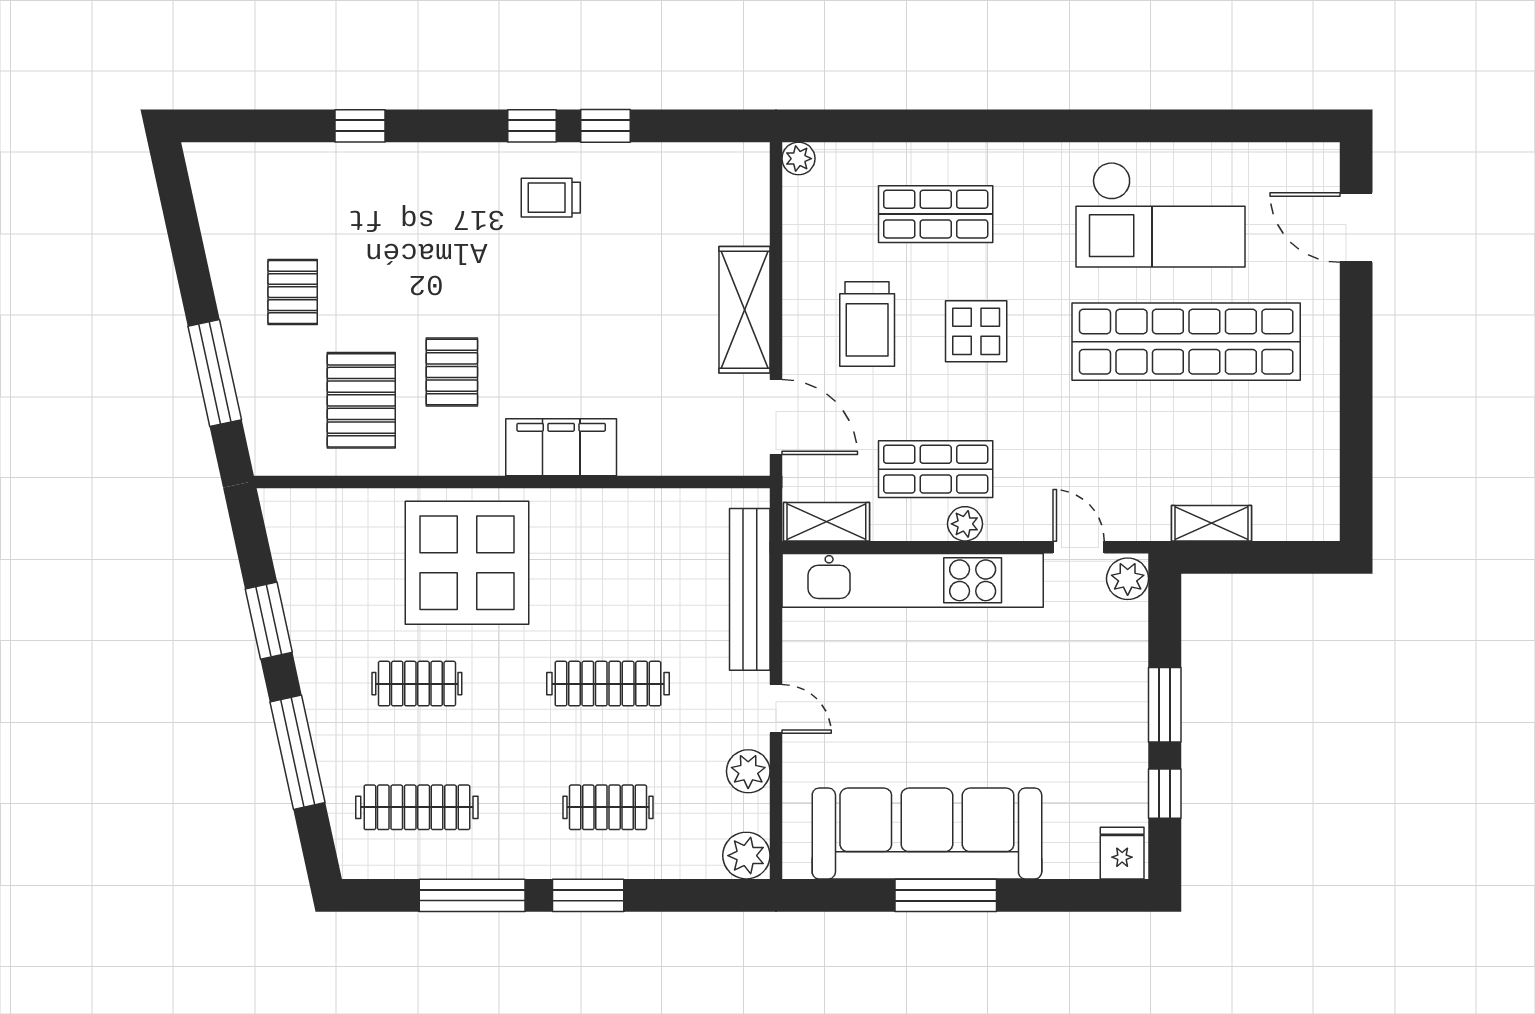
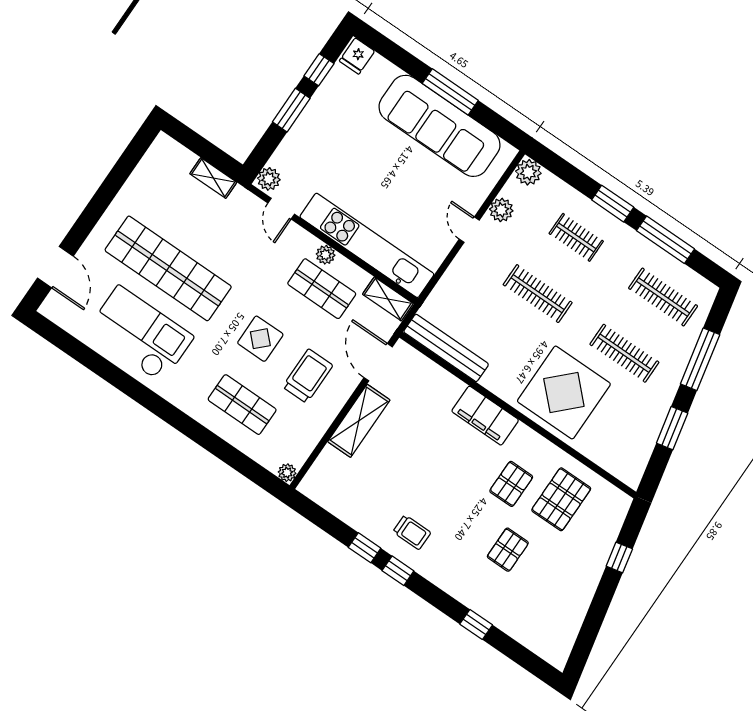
pallet: (293, 292) -> (508, 550), moved
window: (215, 373) -> (619, 557), width x0.46
bench: (750, 589) -> (446, 348), moved, turned 90
clothes rail: (417, 684) -> (624, 353), width x1.36

